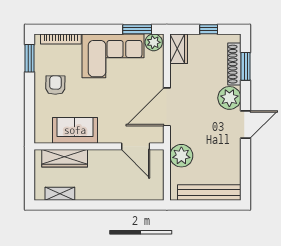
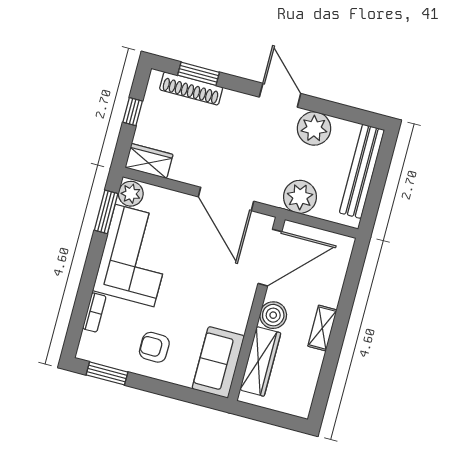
bookcase: (61, 39) -> (94, 312), width x0.64
plant: (229, 98) -> (314, 128), moved
sofa: (75, 130) -> (218, 362), moved
door: (136, 146) -> (270, 258), width x1.36
boiler: (98, 159) -> (273, 315), added
shelving: (60, 194) -> (322, 328), moved

